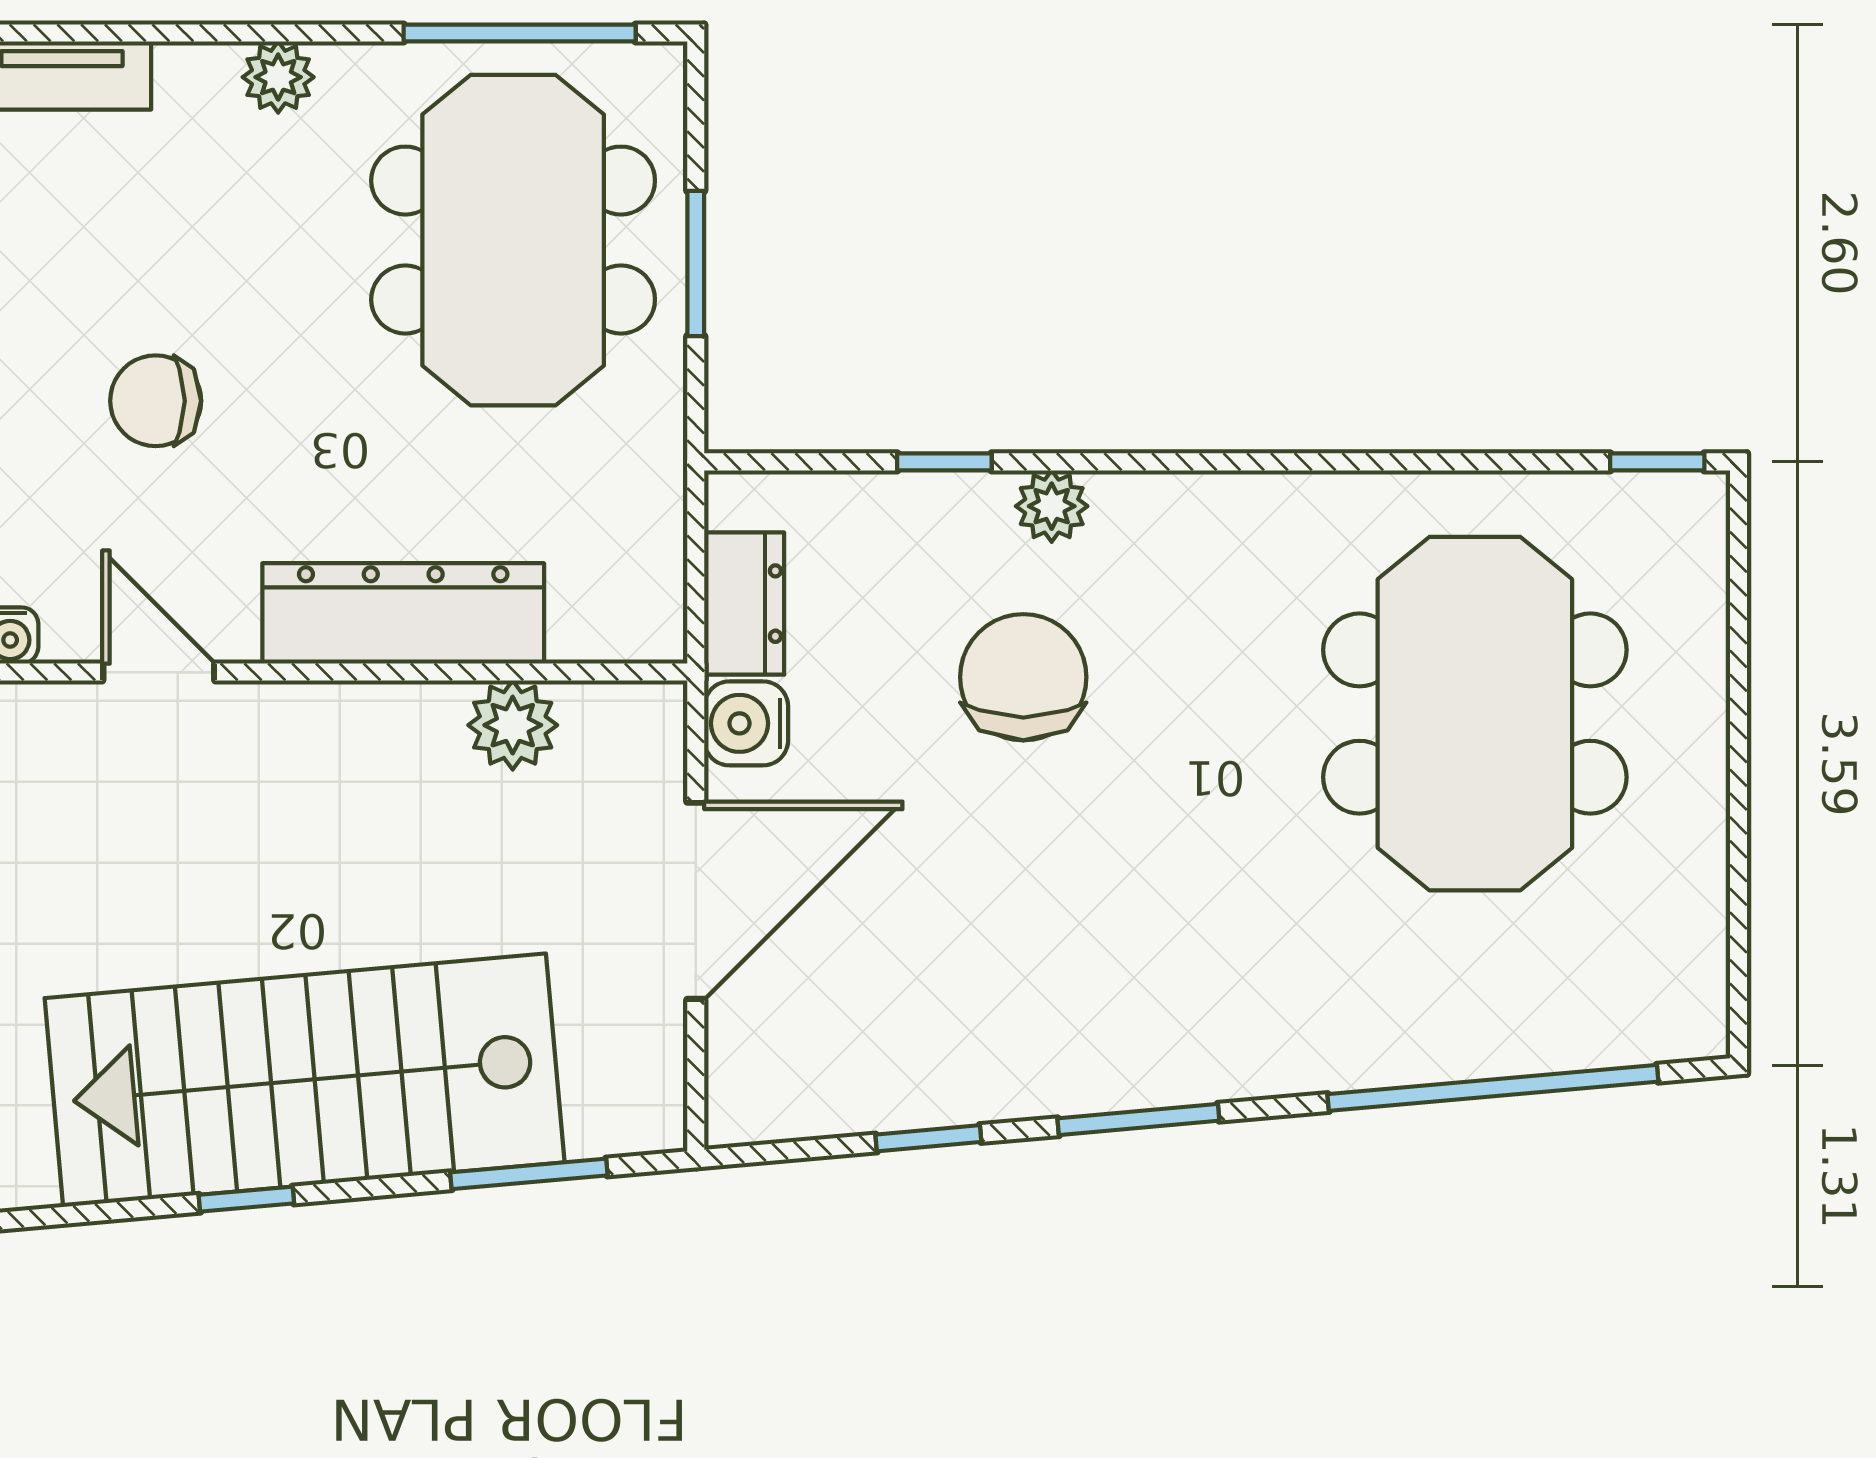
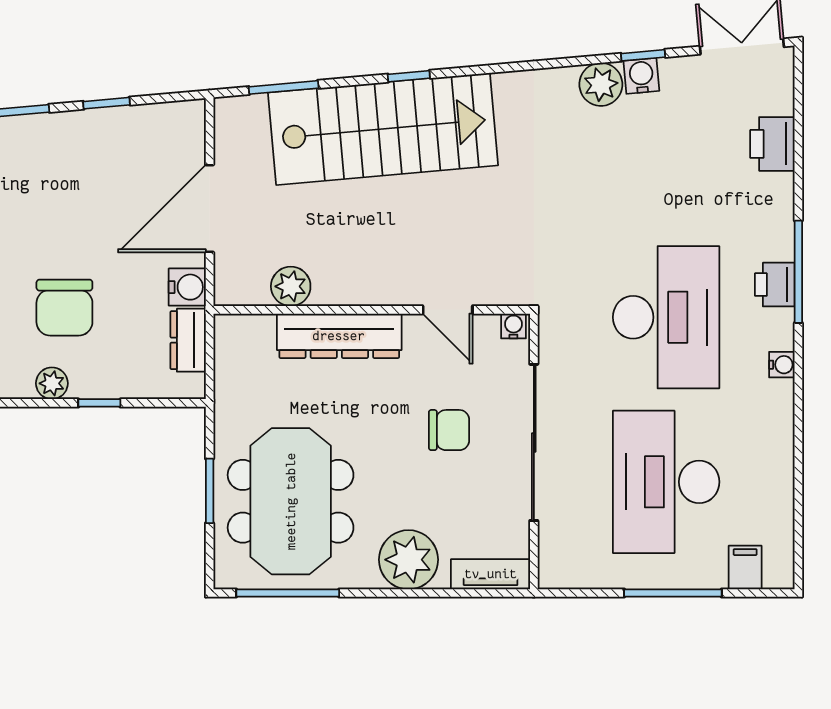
plant: (278, 77) -> (409, 560), width x1.88, depth x1.88

